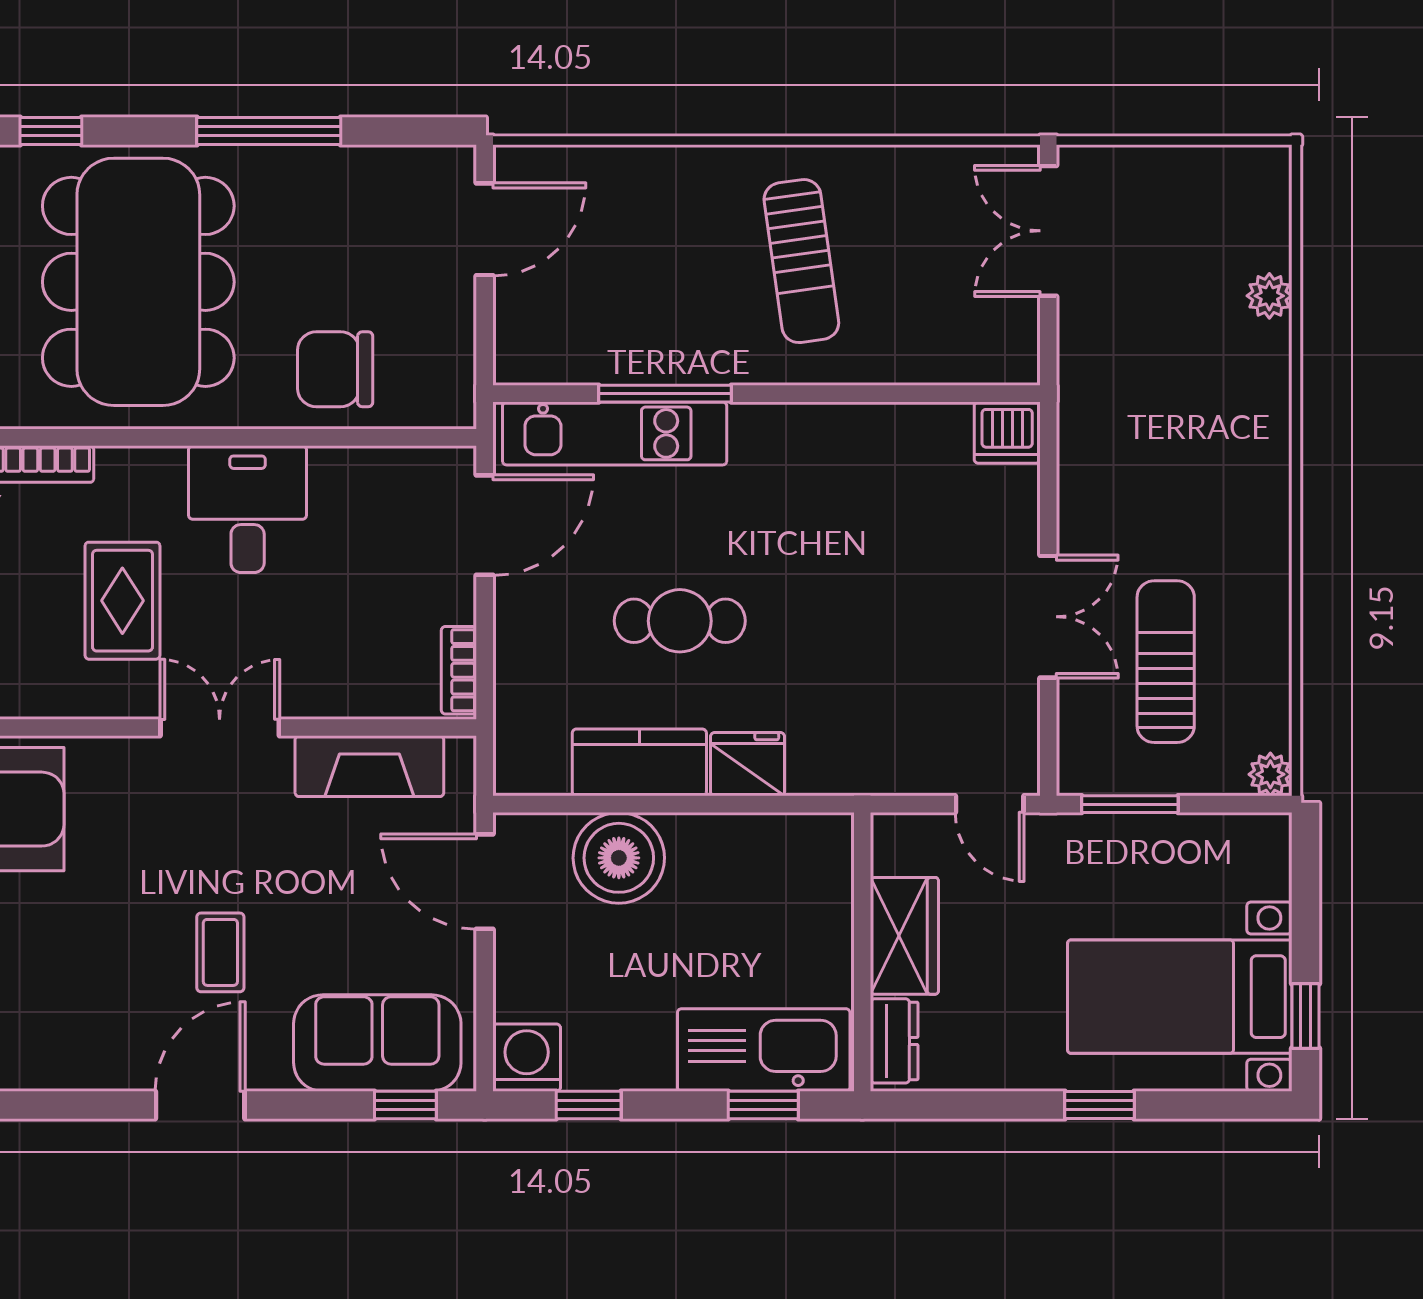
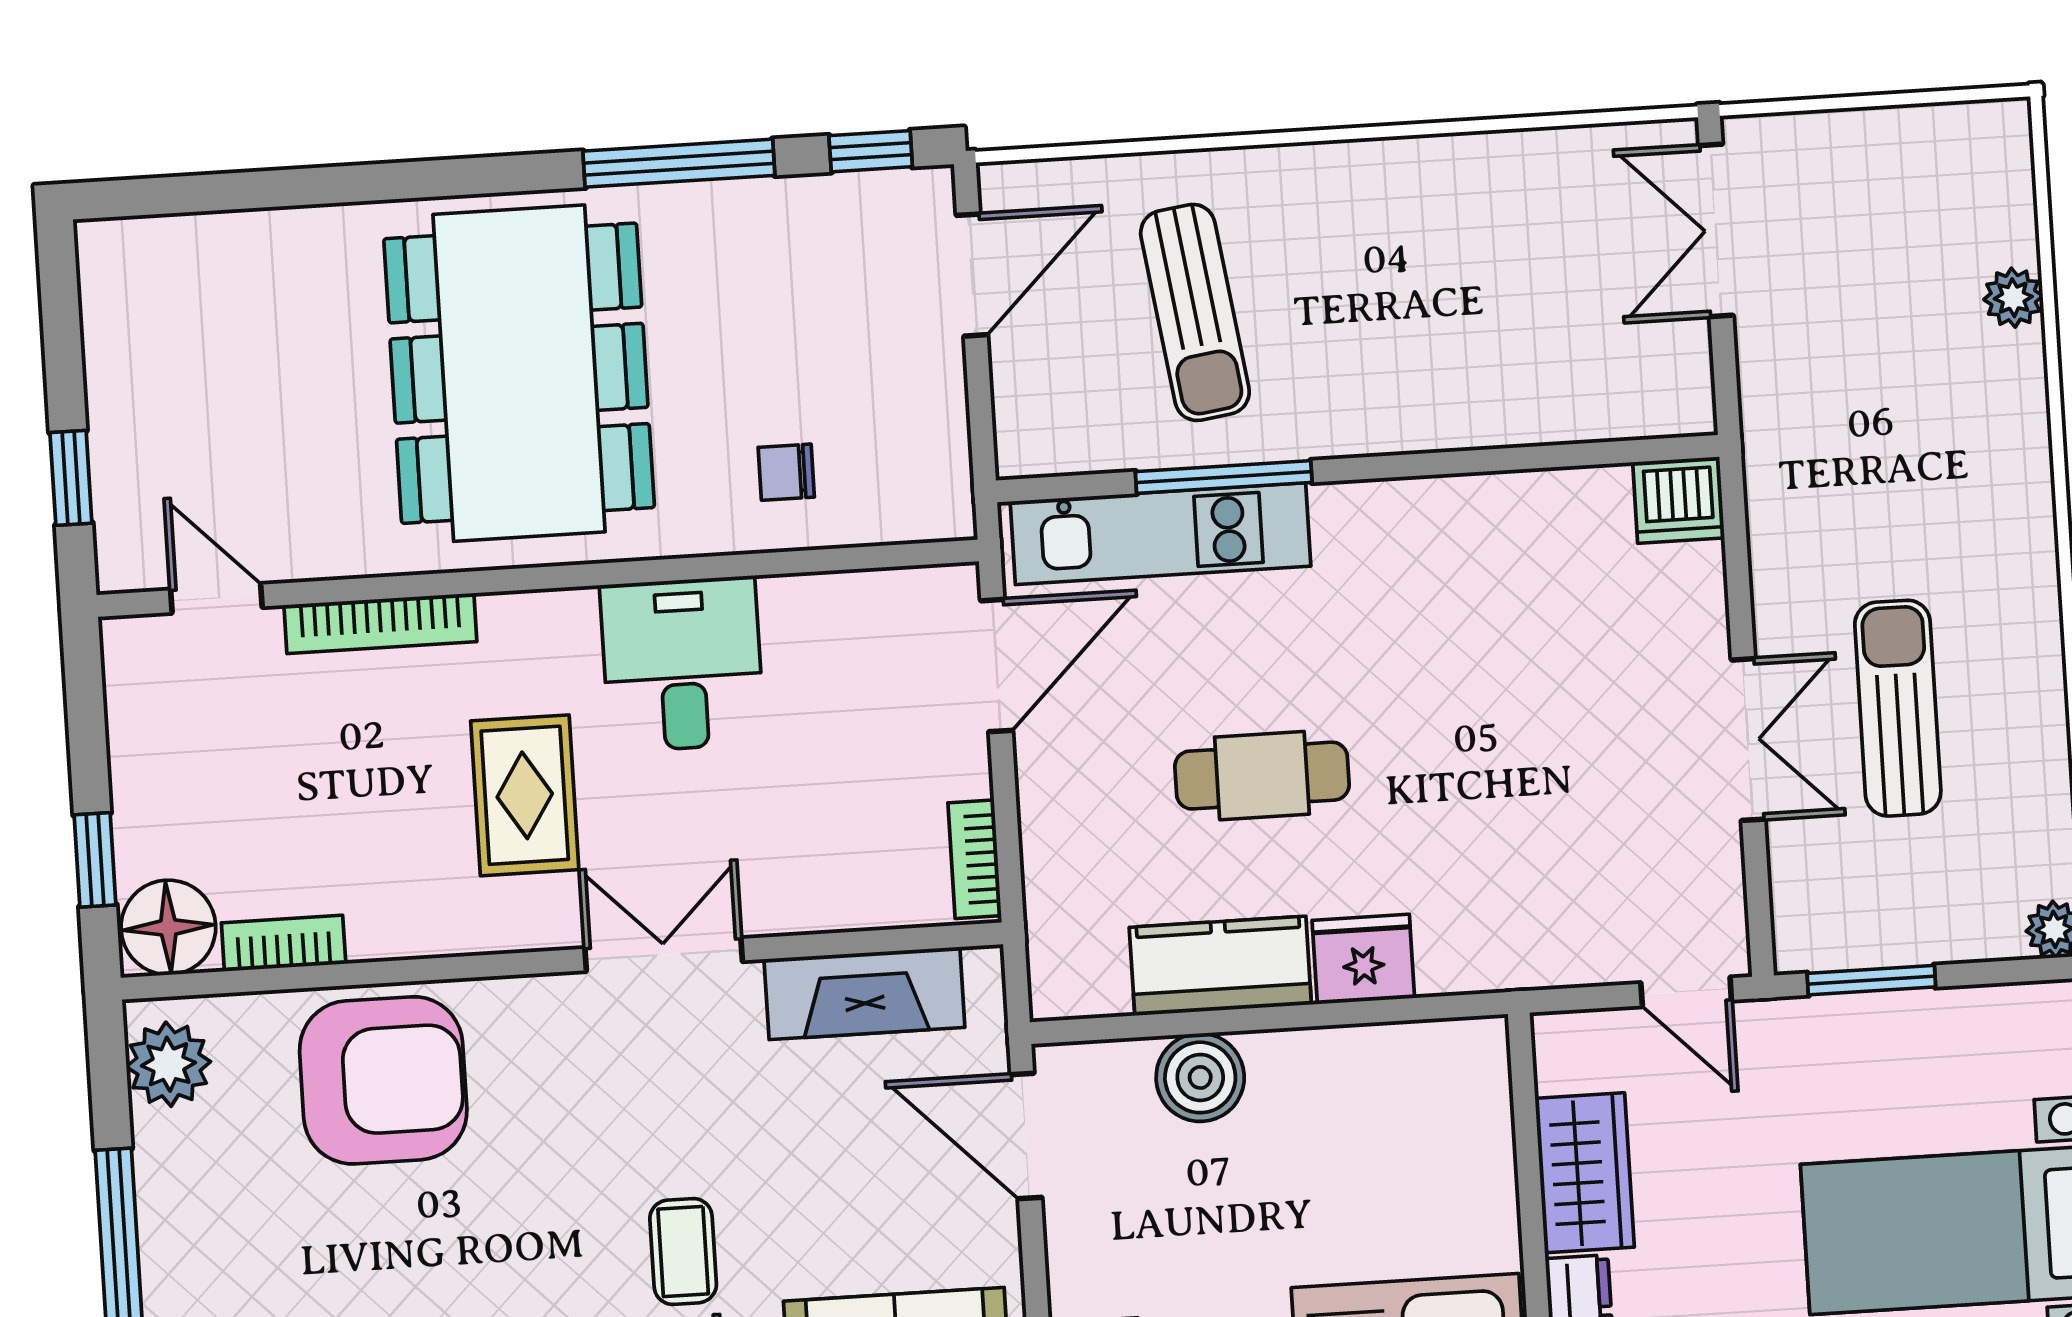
window: (51, 131) -> (871, 151), moved
sun lounger: (801, 261) -> (1195, 312), moved
chair: (335, 369) -> (786, 472), width x0.54, depth x0.54
sun lounger: (1166, 662) -> (1898, 708), moved
boiler: (619, 858) -> (1200, 1077), width x0.73, depth x0.73

